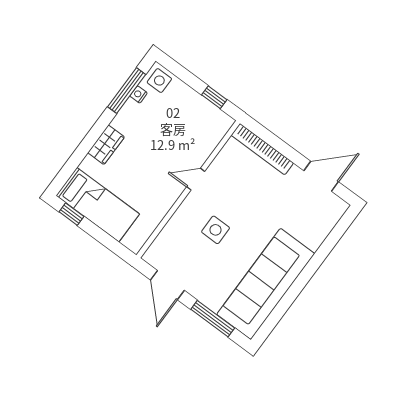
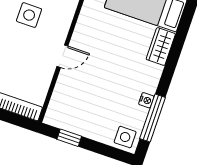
nightstand: (139, 94) -> (146, 100), moved
wardrobe: (106, 145) -> (161, 47), moved

